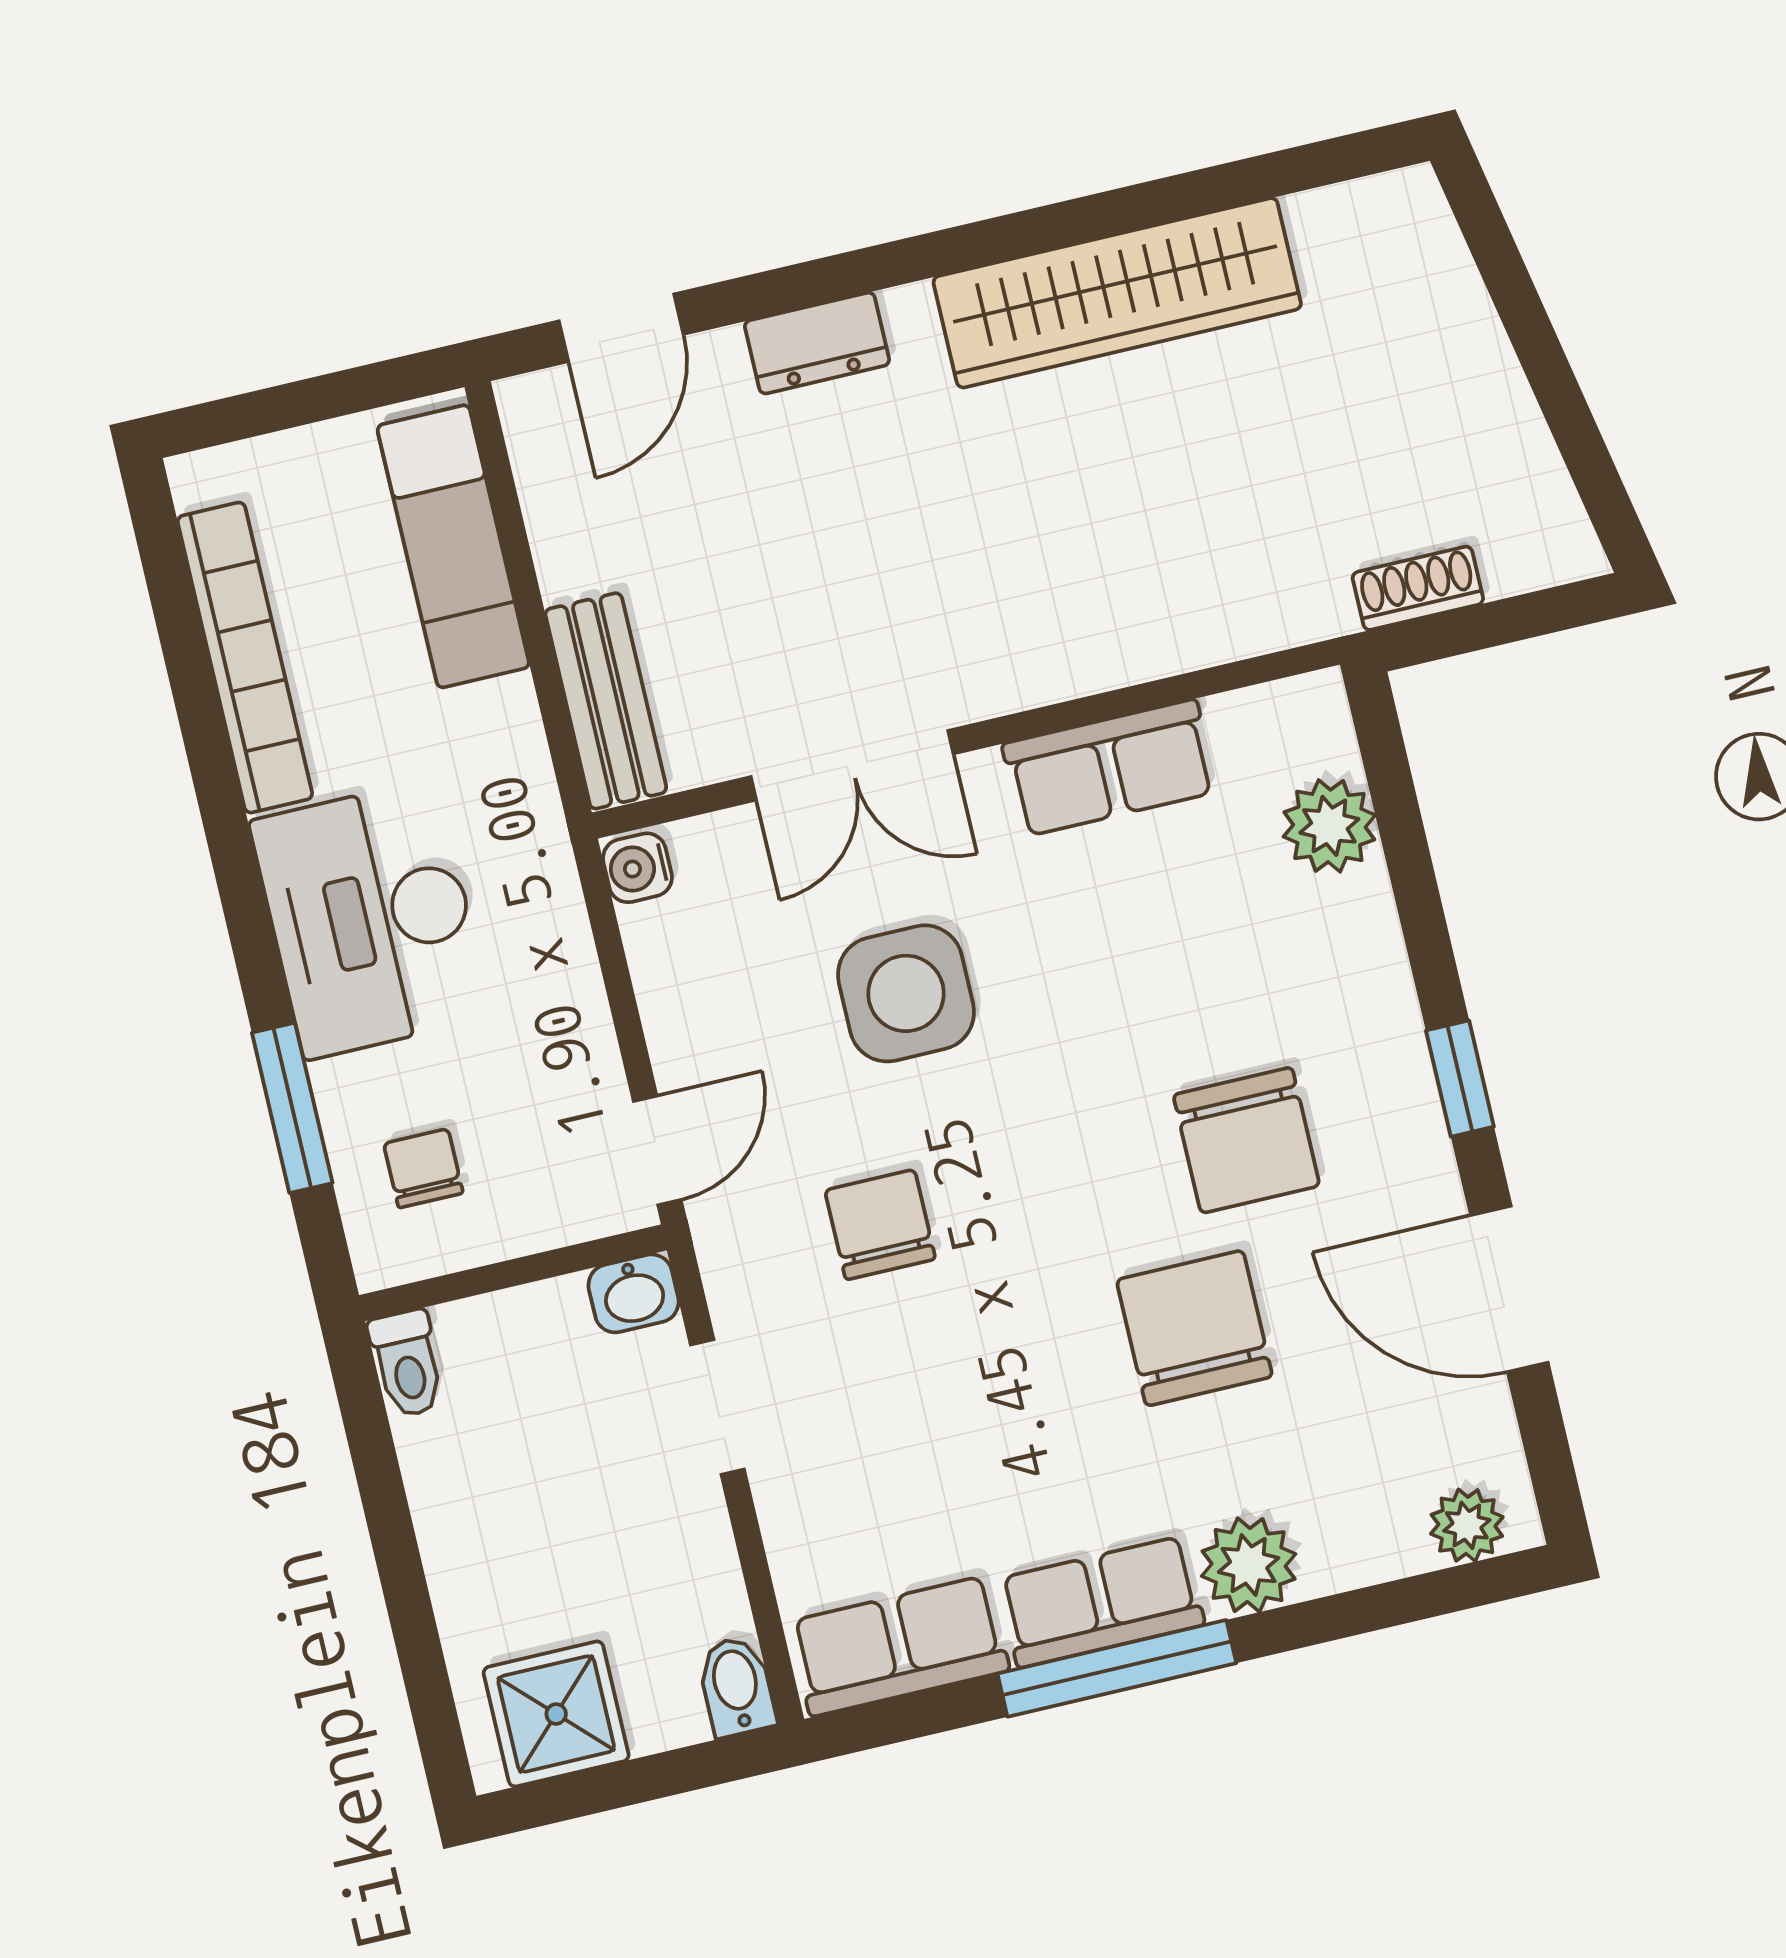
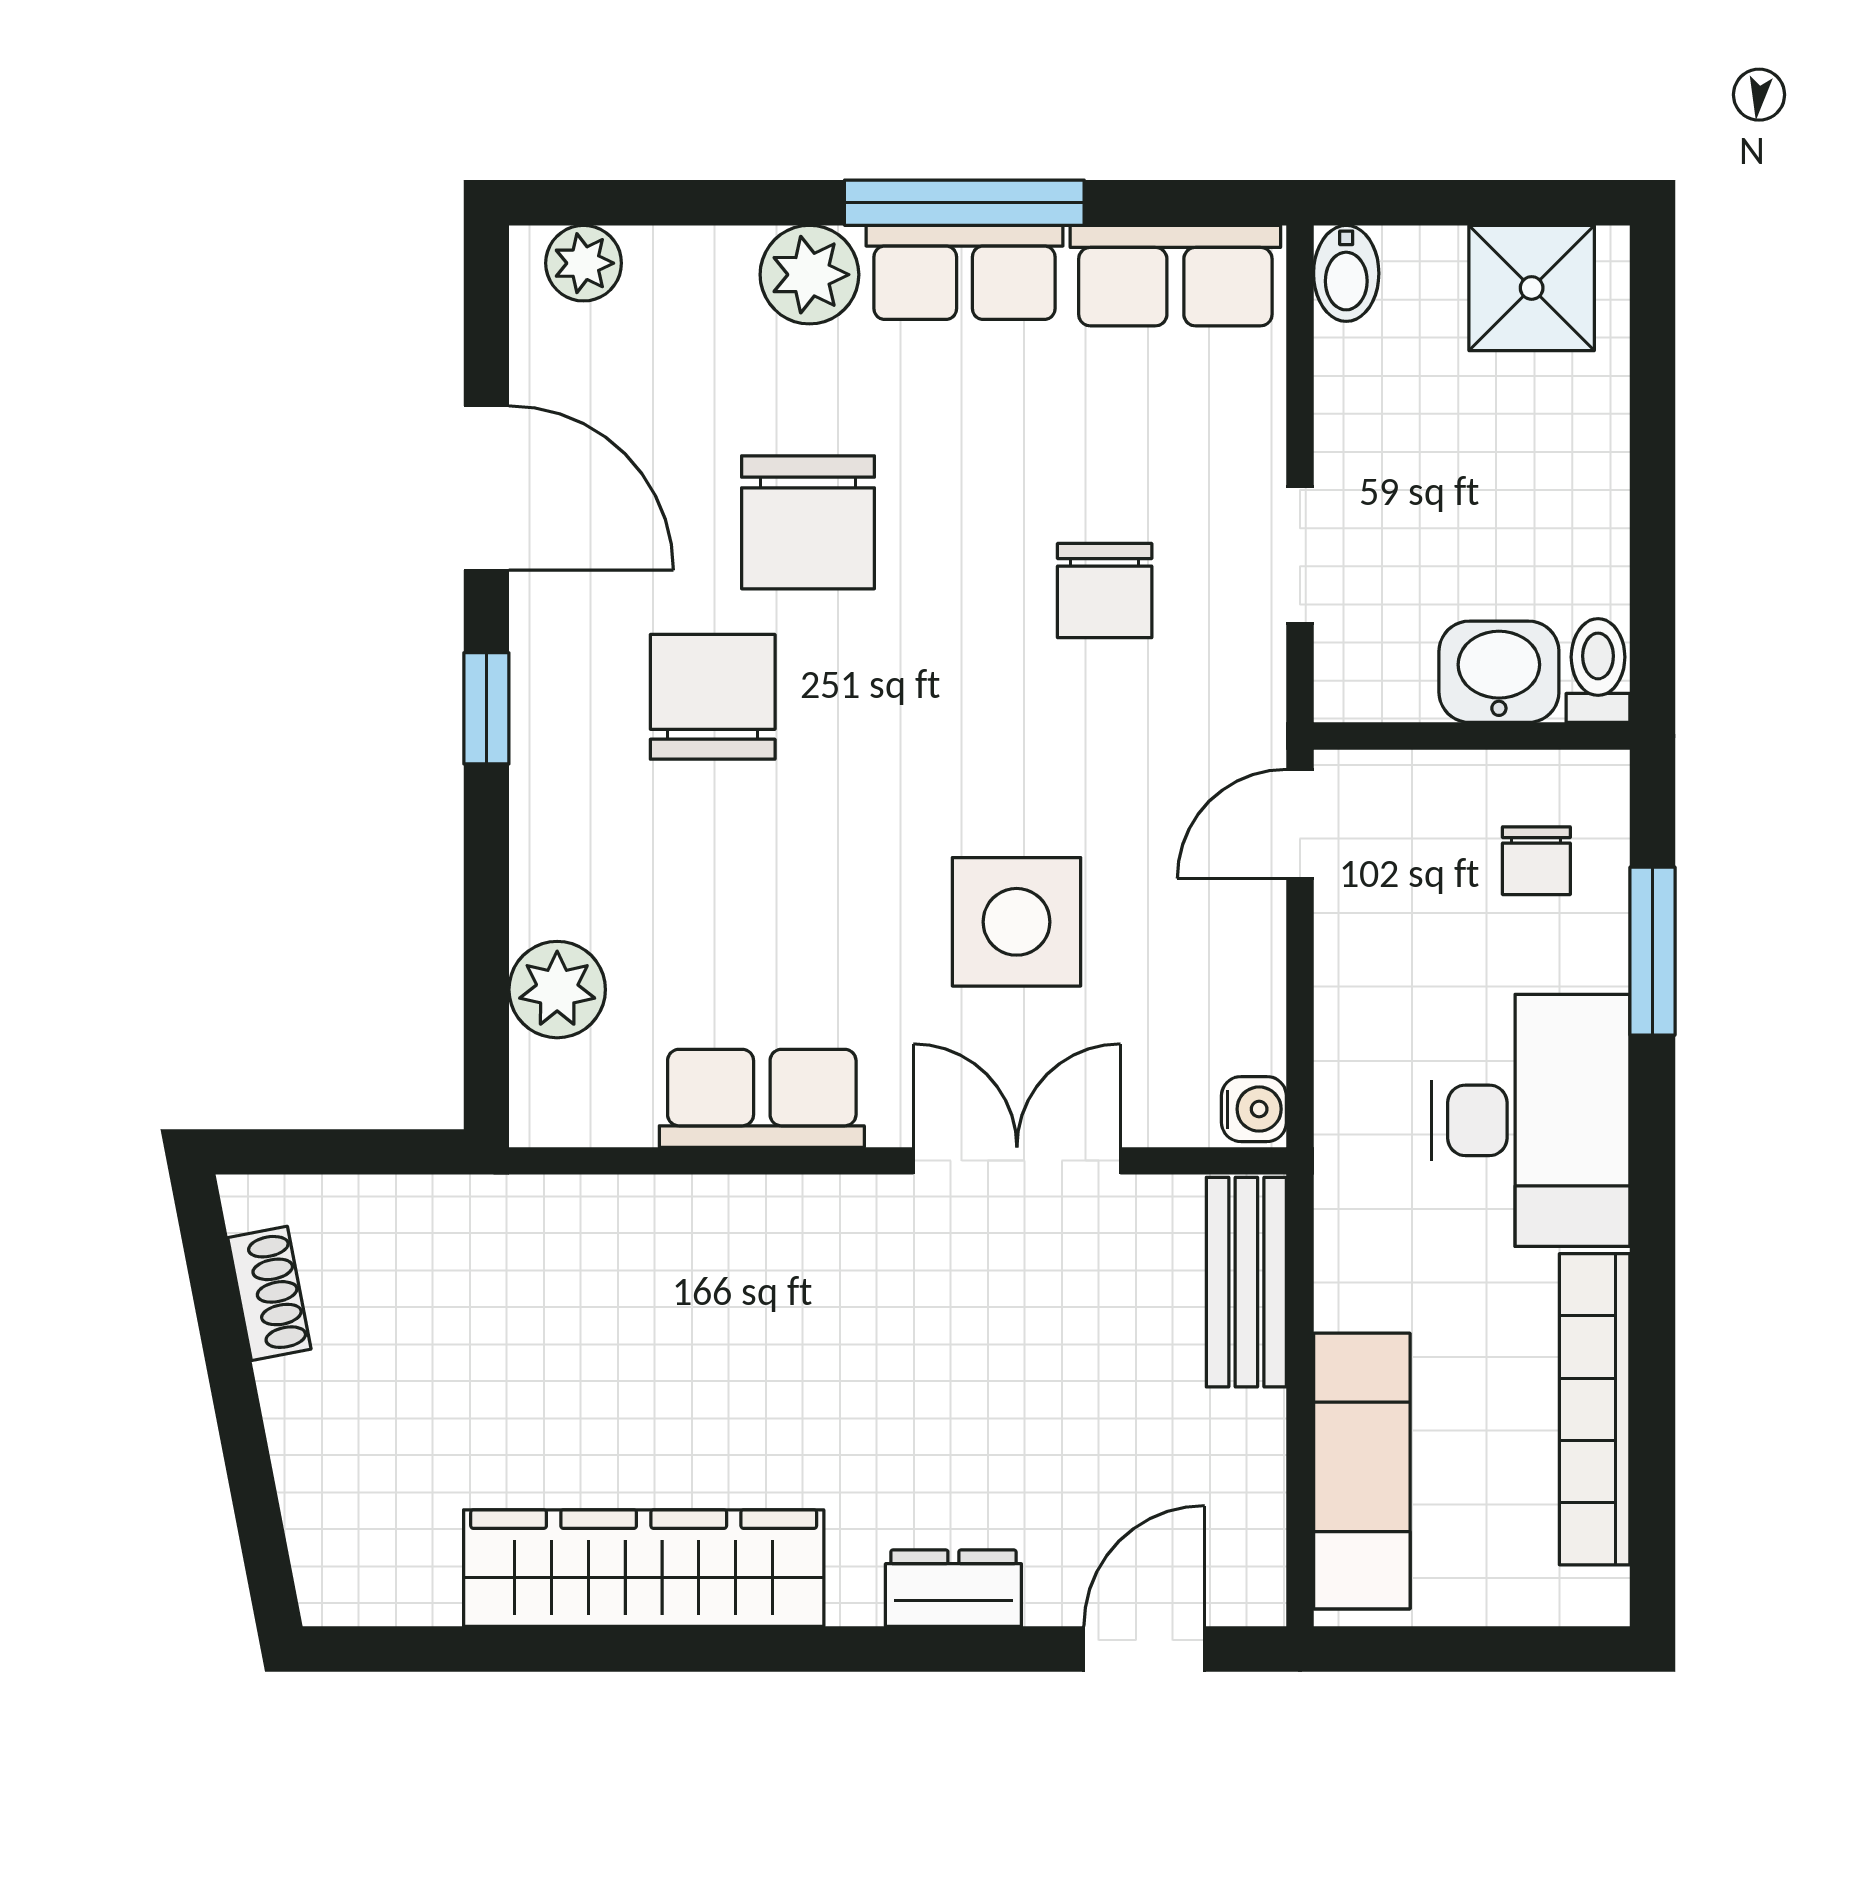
shoe rack: (1418, 588) -> (269, 1293), moved, turned -101
chair: (880, 1225) -> (1105, 591), moved
washbasin: (634, 1293) -> (1499, 672), moved, width x1.38, depth x1.45

